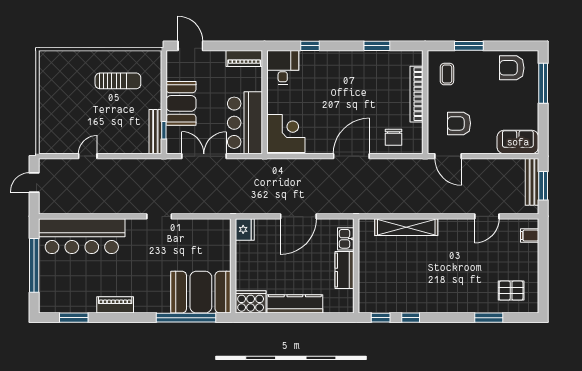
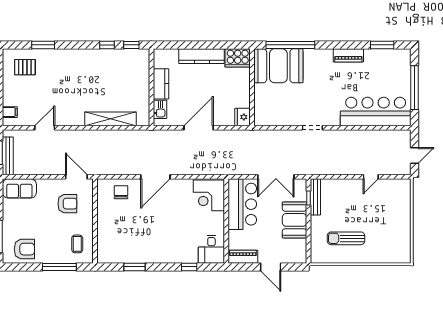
door: (190, 46) -> (271, 267), moved
window: (469, 46) -> (59, 267), width x1.44
bookcase: (417, 94) -> (102, 228), removed

